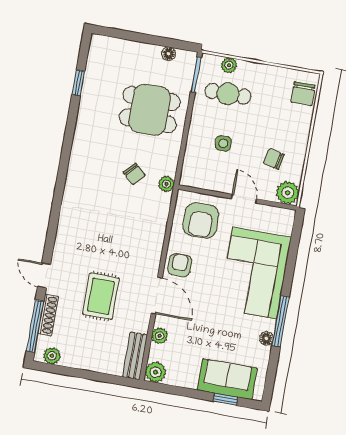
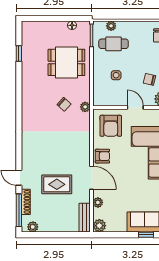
armchair: (180, 265) -> (102, 156), turned 90
rug: (101, 296) -> (57, 184), turned 90

